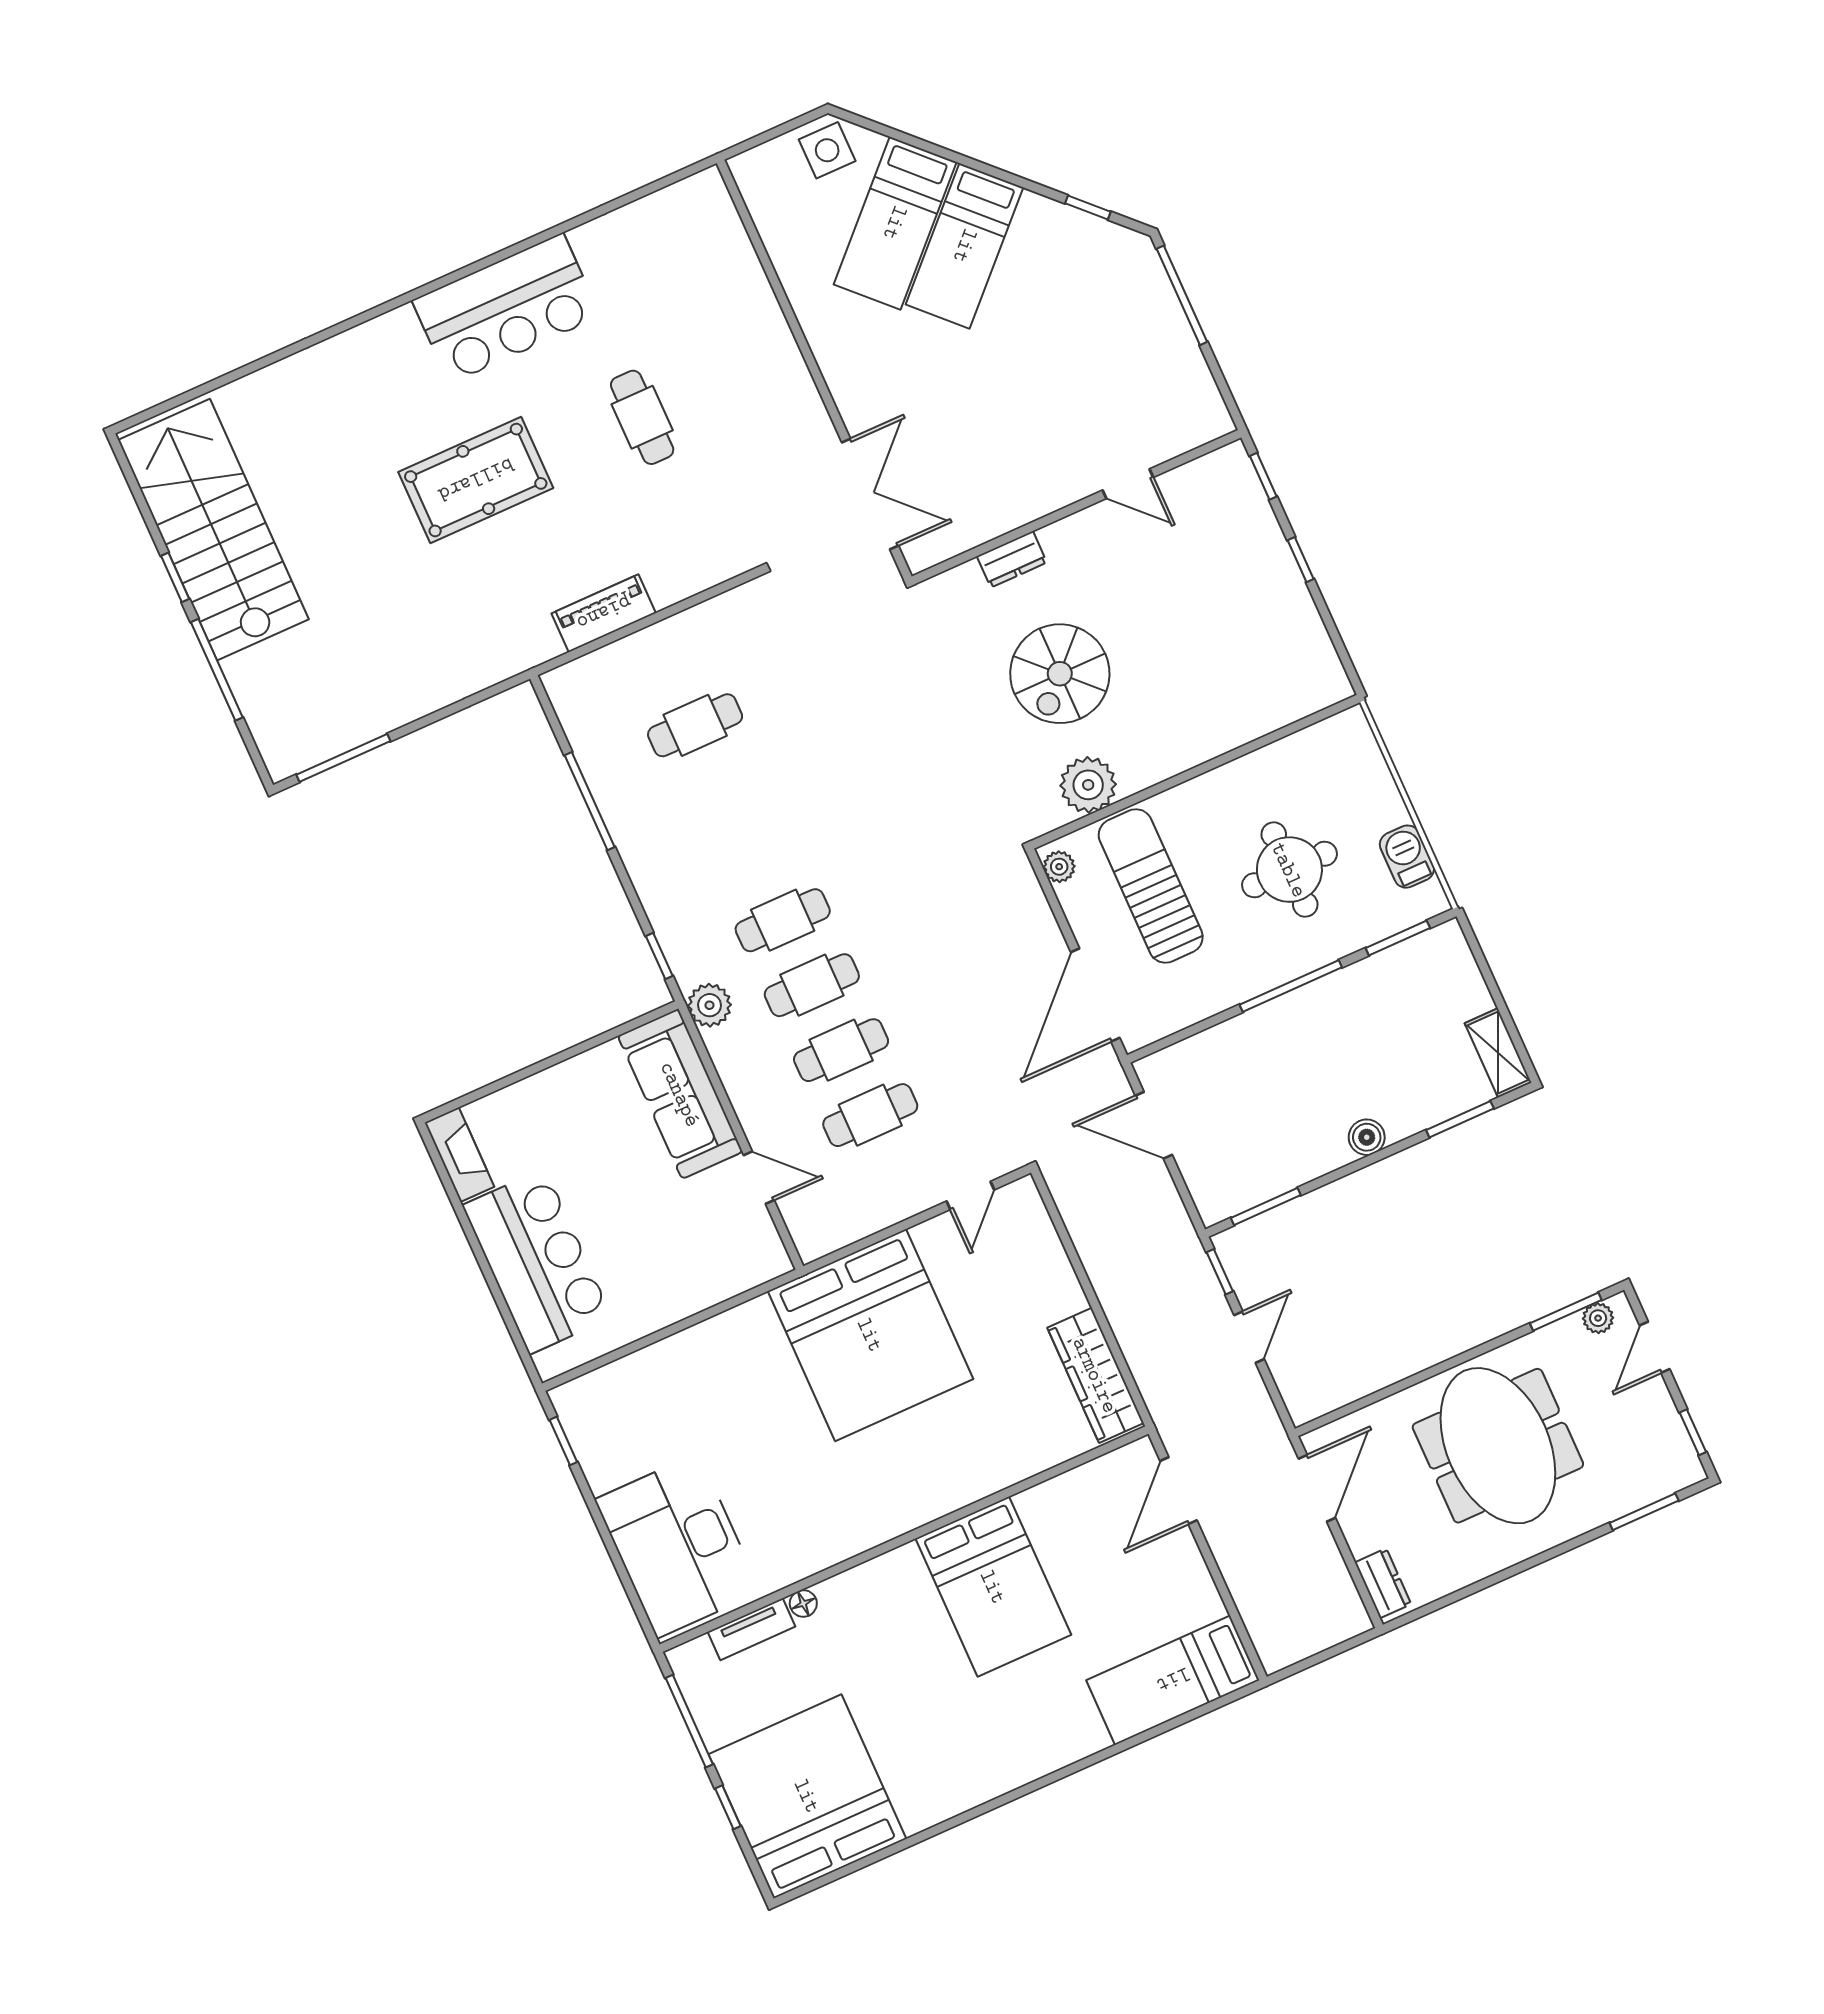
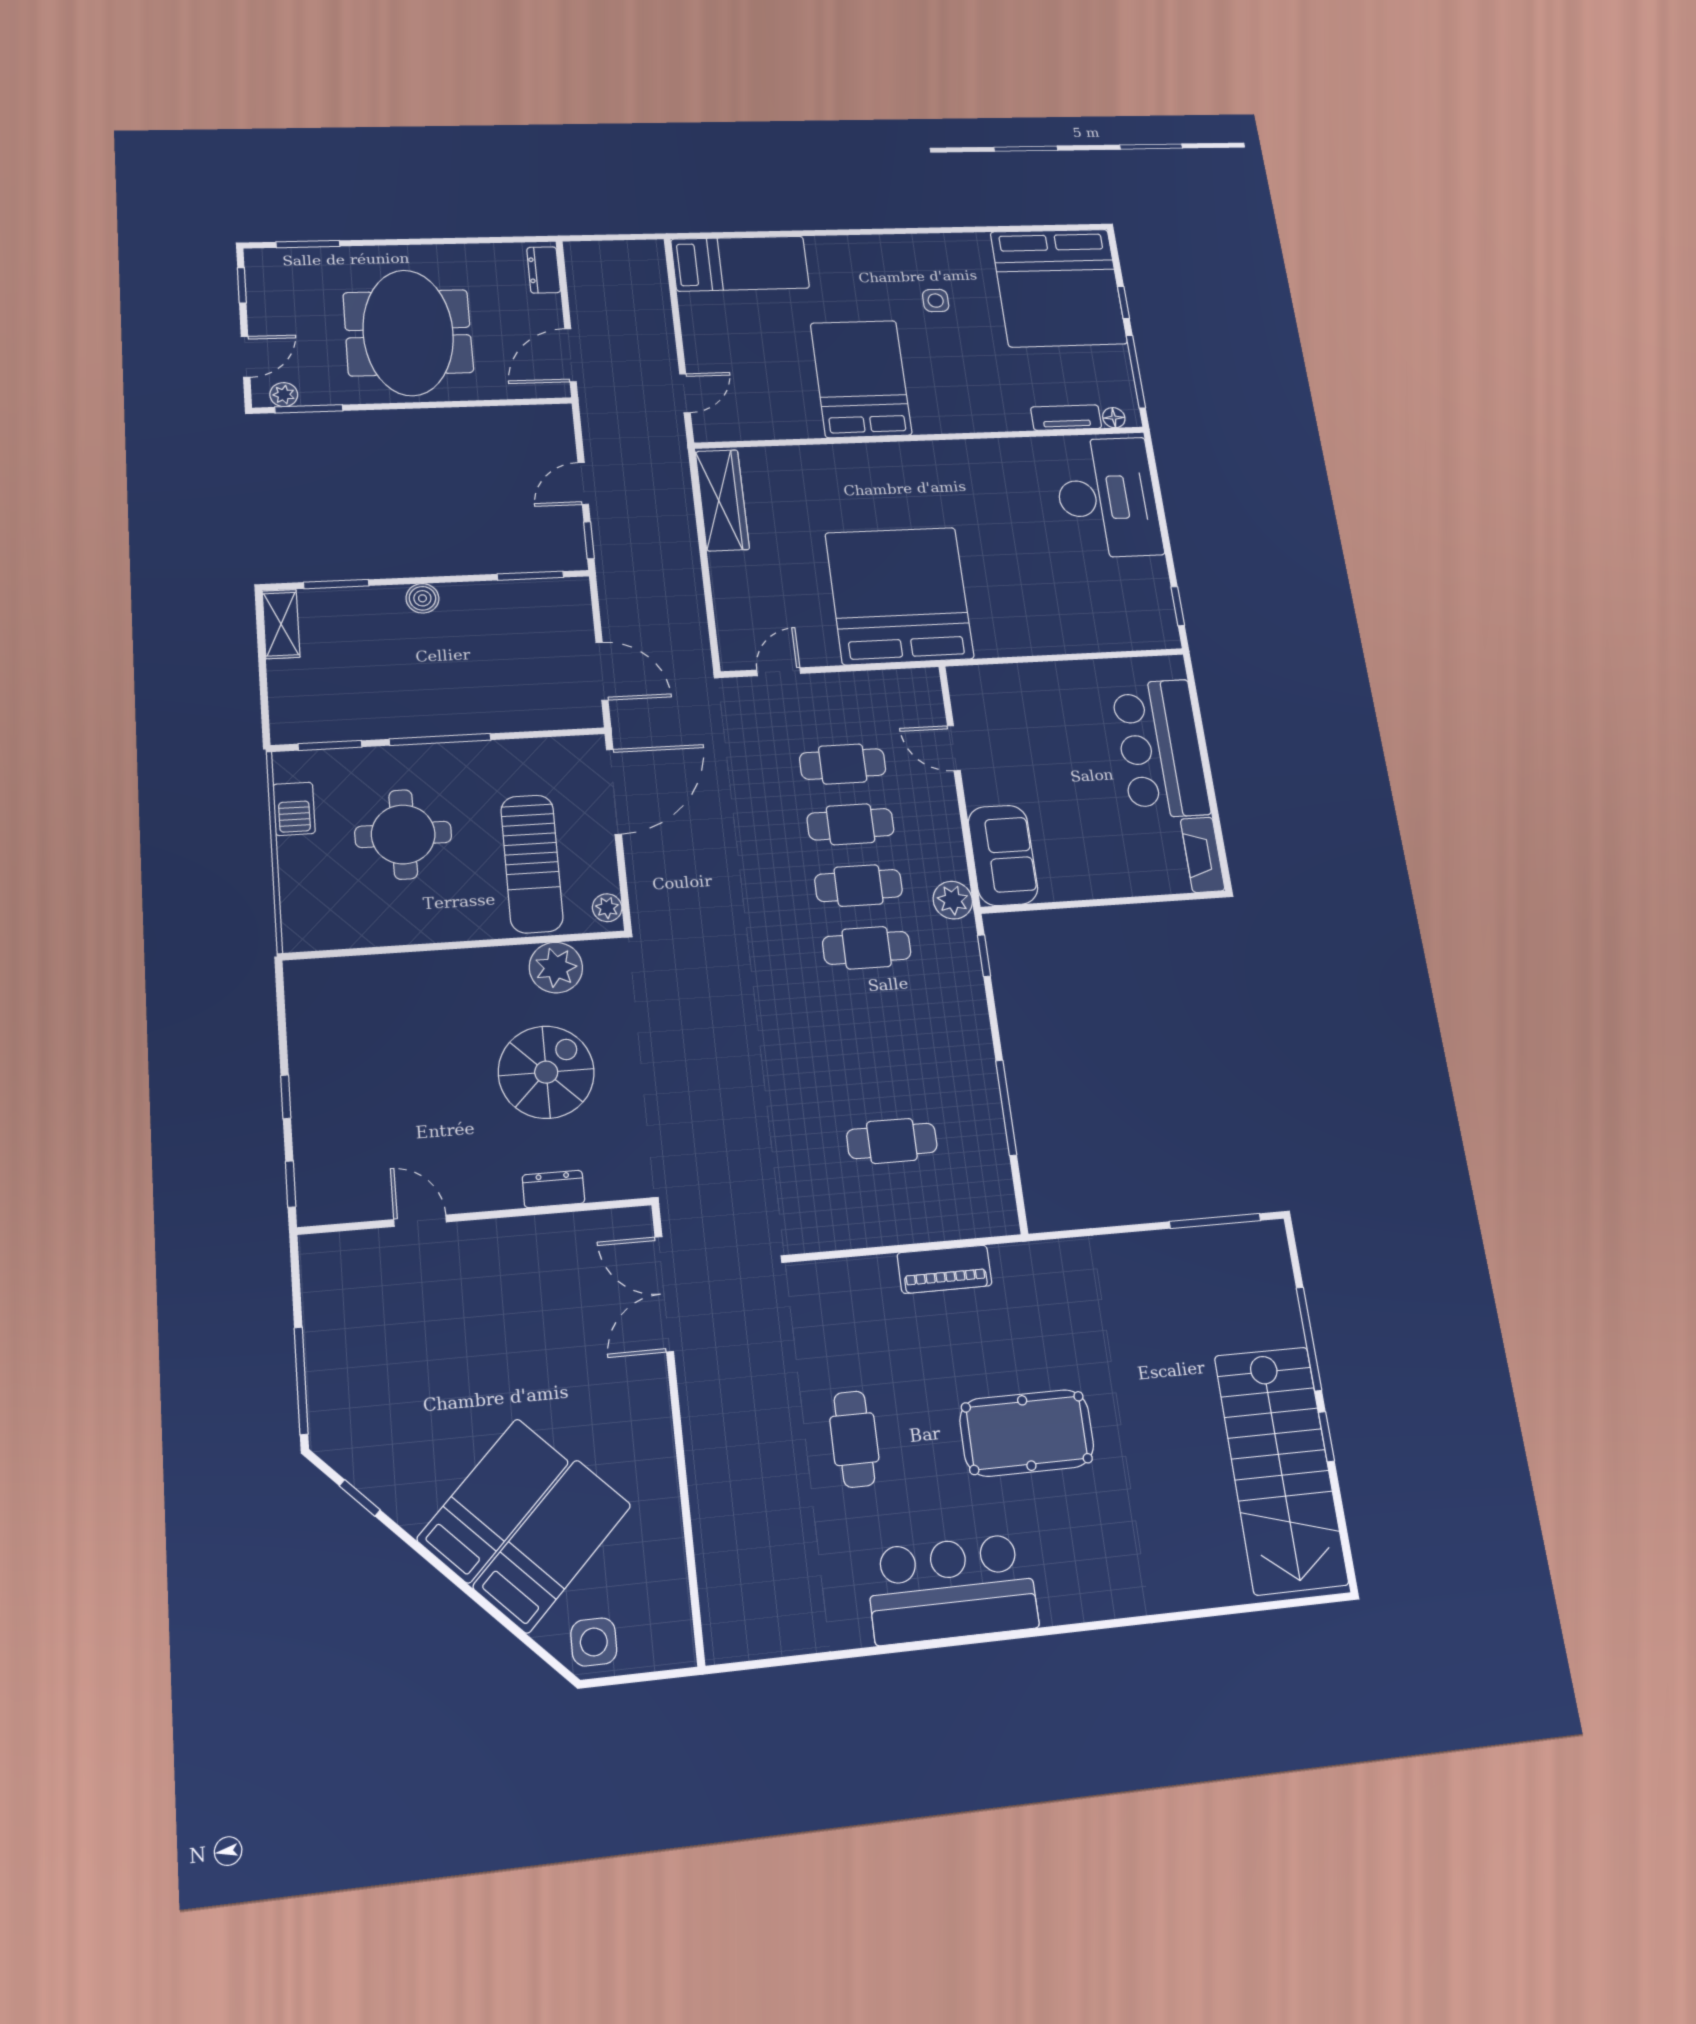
sofa: (680, 1094) -> (1003, 855), width x0.73
door: (1179, 1491) -> (685, 393), width x0.73
floor lamp: (803, 1604) -> (1114, 418), moved
side table: (941, 1722) -> (936, 301), added

